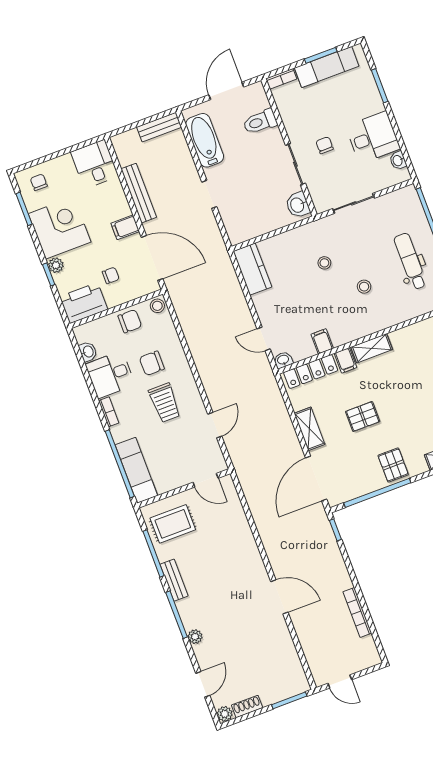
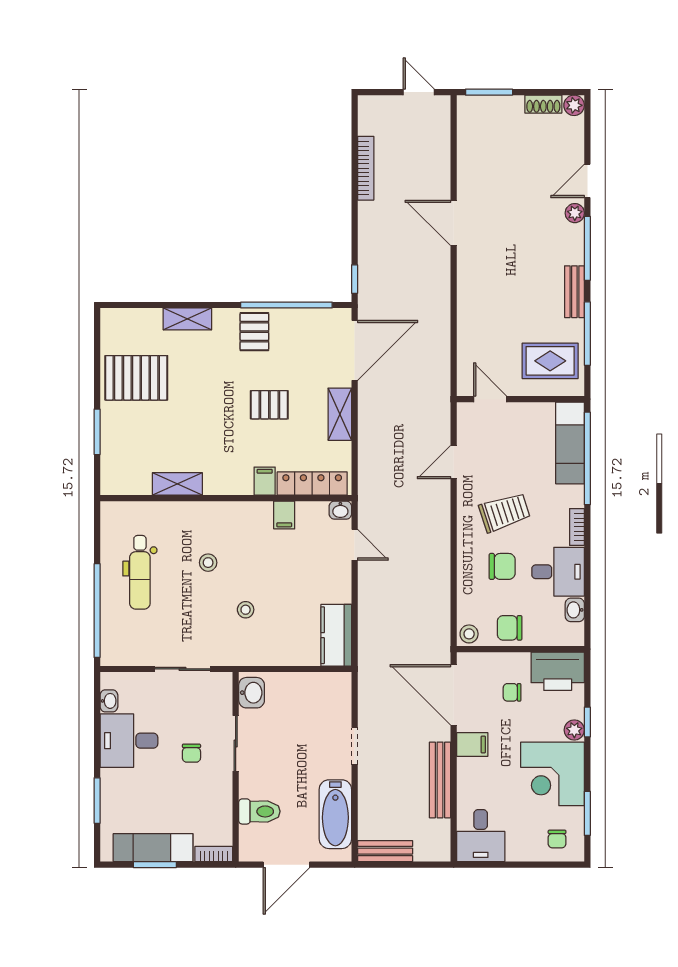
shelving: (372, 348) -> (177, 484), moved
trolley: (165, 403) -> (505, 512), turned 72
door: (203, 684) -> (587, 181), moved

